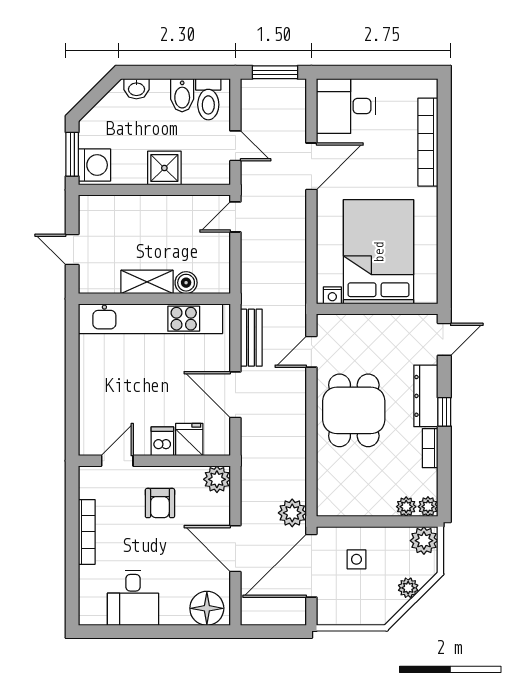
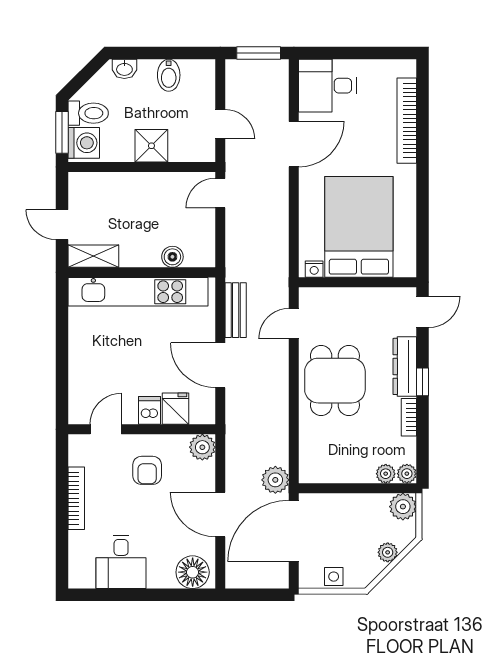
toilet: (208, 99) -> (88, 113), moved, turned -90
shelving: (147, 282) -> (93, 256), moved
side table: (356, 559) -> (334, 577), moved

